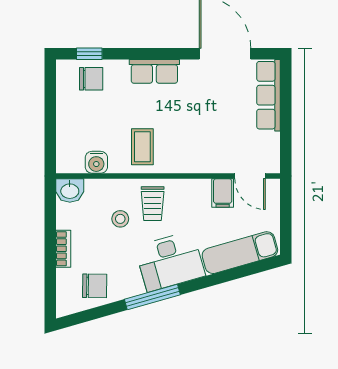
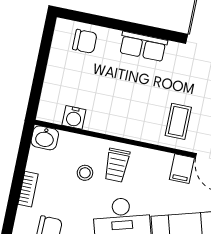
window: (89, 54) -> (88, 18), removed
coffee table: (142, 147) -> (178, 121), moved

